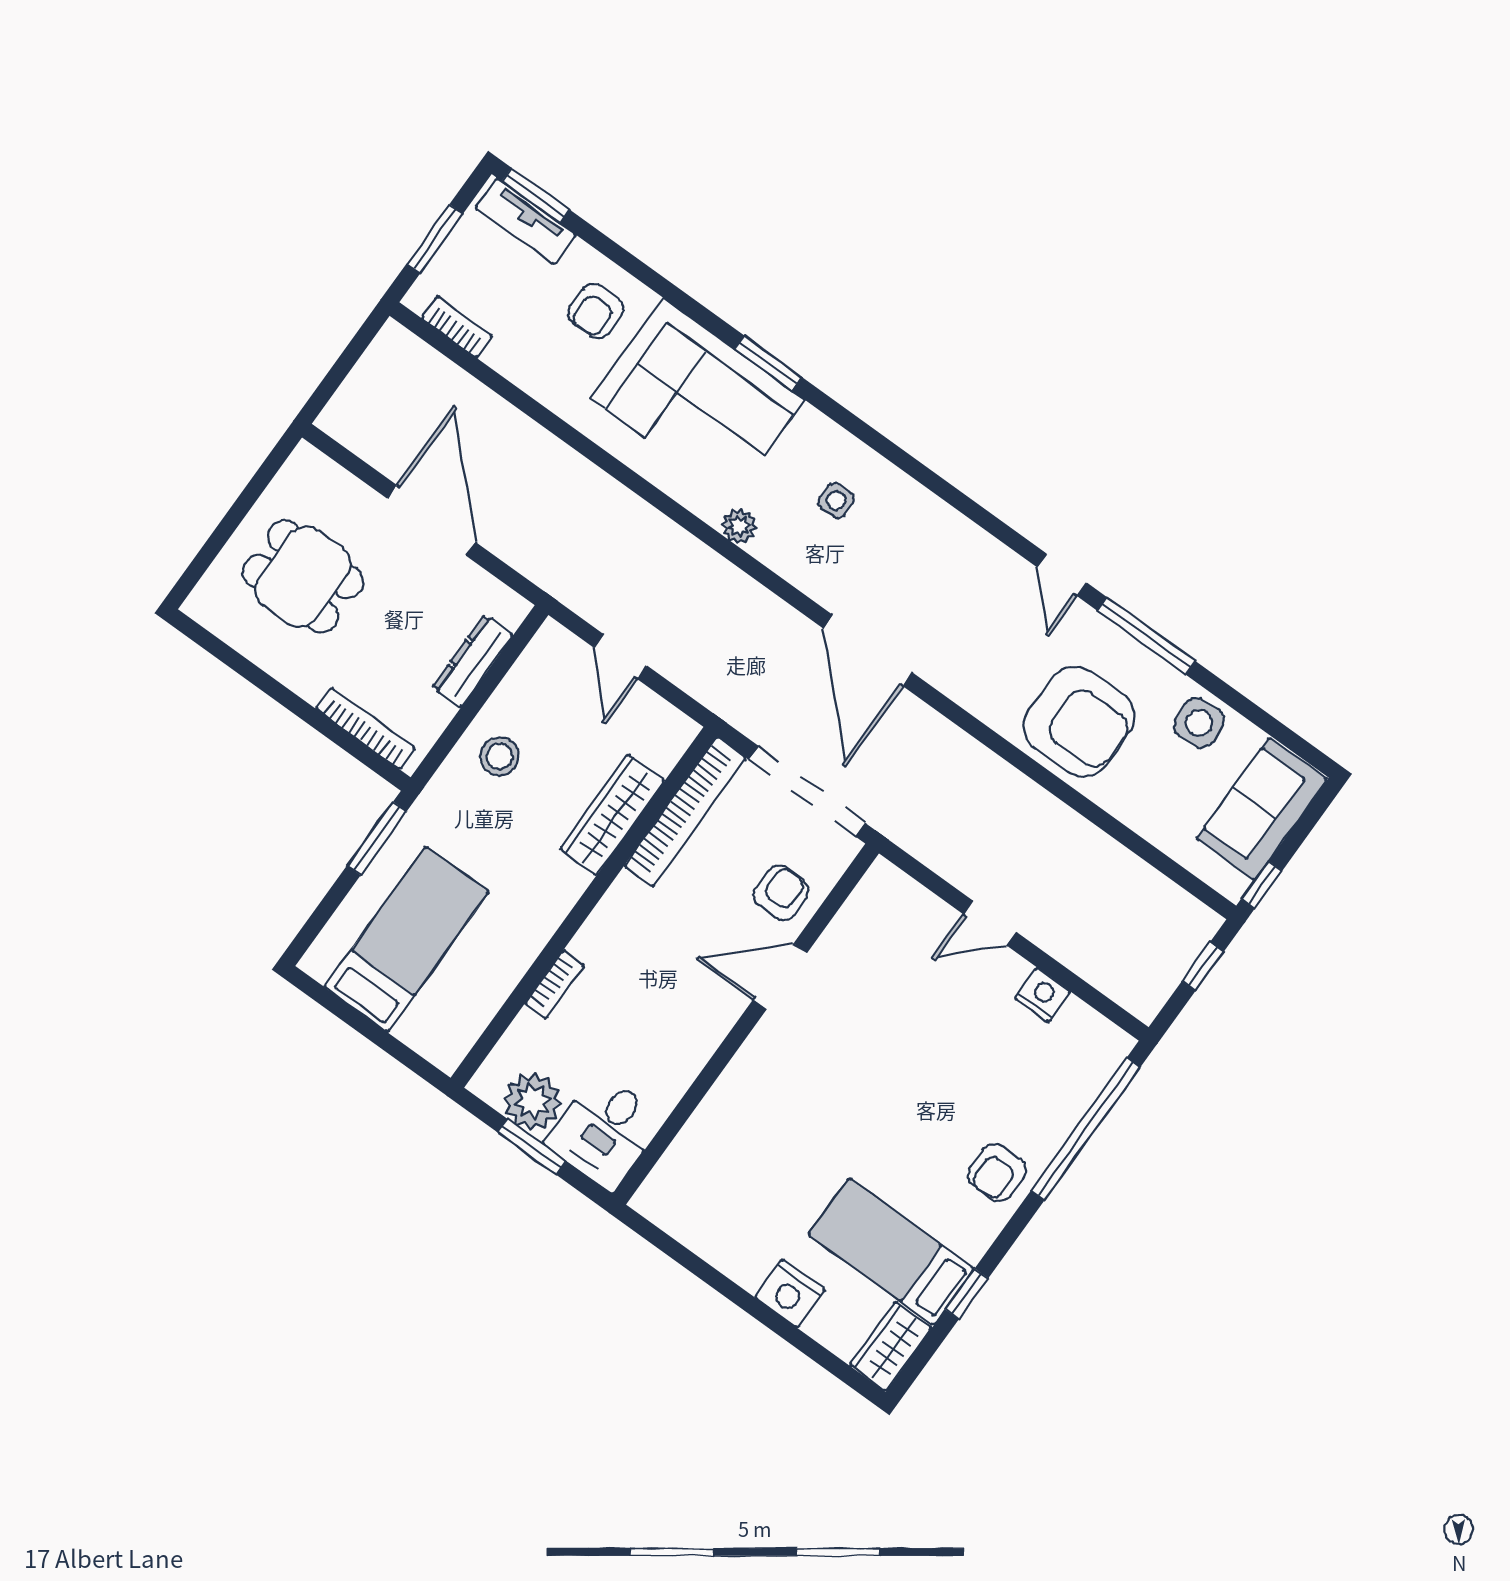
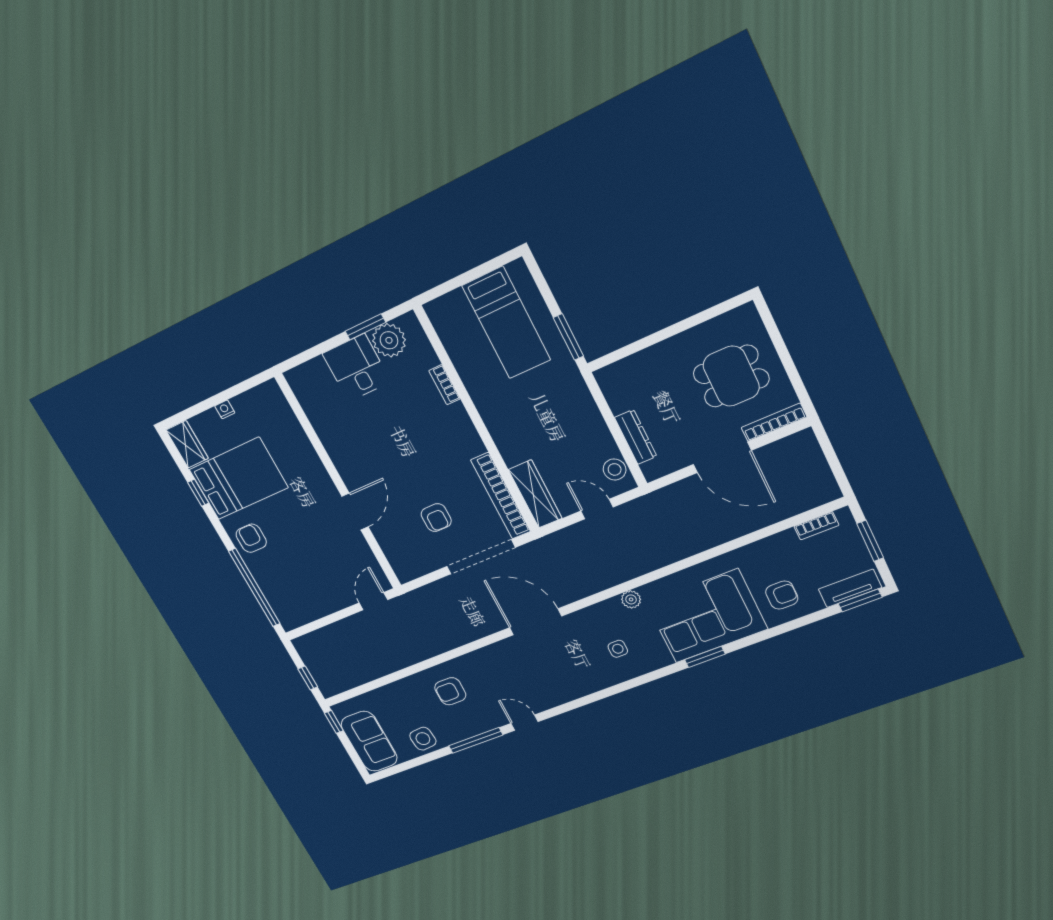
armchair: (596, 311) -> (782, 595), turned 90
armchair: (1079, 722) -> (450, 691), width x0.53, depth x0.53
bookcase: (365, 728) -> (774, 422), moved, turned 180
stool: (499, 756) -> (615, 469), moved
wardrobe: (612, 815) -> (535, 494), moved
door: (780, 976) -> (355, 512), moved
nightstand: (1042, 995) -> (327, 605), removed
wall: (746, 1024) -> (339, 483), moved
bed: (891, 1252) -> (239, 479), width x1.50
nightstand: (790, 1293) -> (225, 409), width x0.53, depth x0.56

